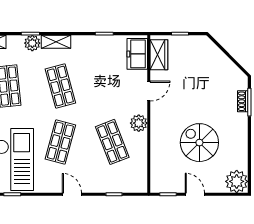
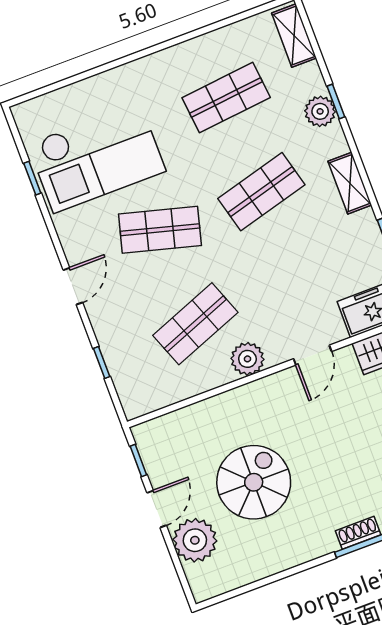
shelving: (56, 42) -> (350, 183), moved
door: (149, 91) -> (313, 355), hinge flipped
plant: (237, 181) -> (195, 540), moved

